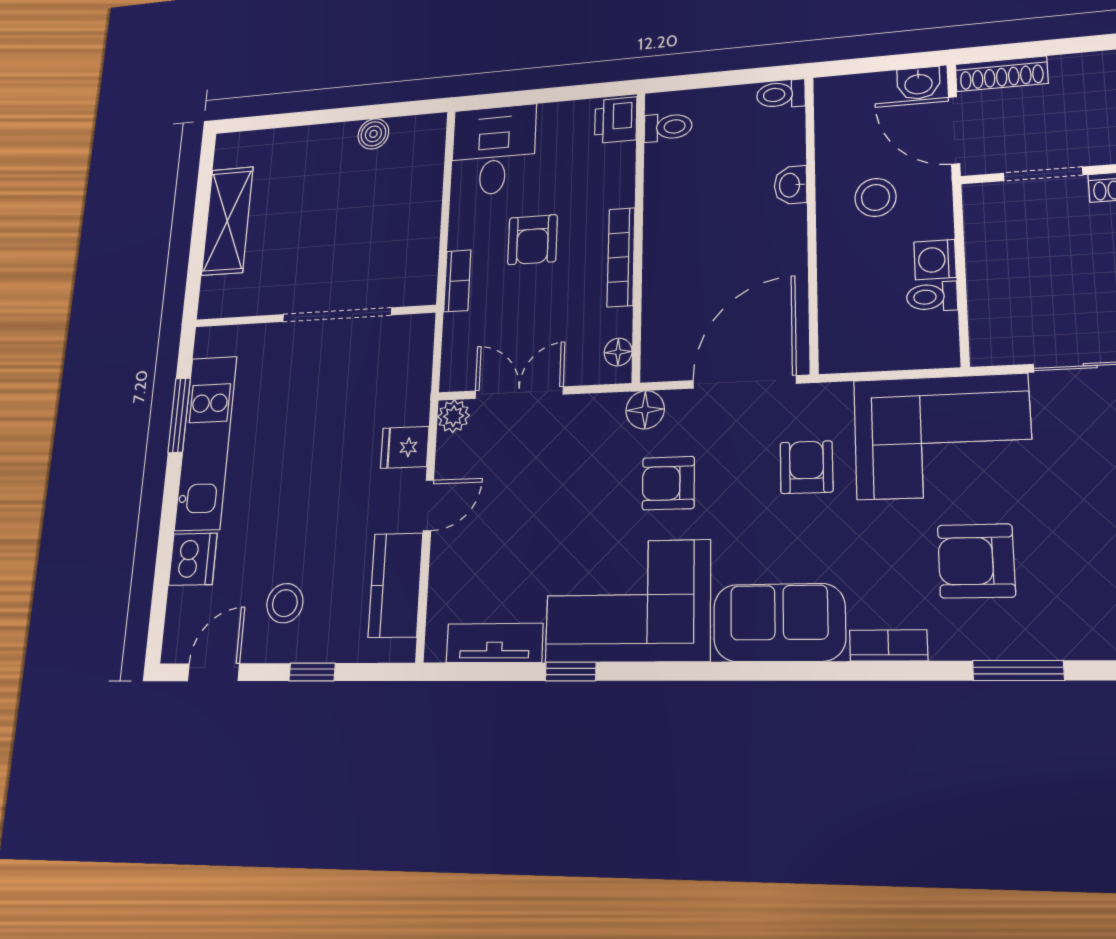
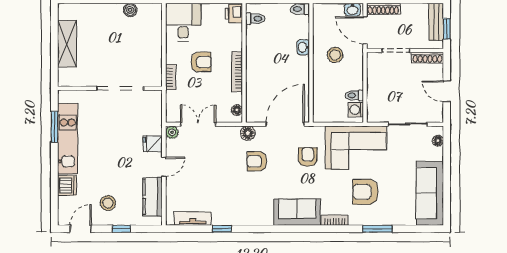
armchair: (532, 240) -> (201, 62), turned -90
washing machine: (935, 260) -> (356, 110), moved
corner sofa: (628, 601) -> (243, 204), removed

